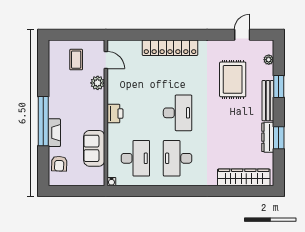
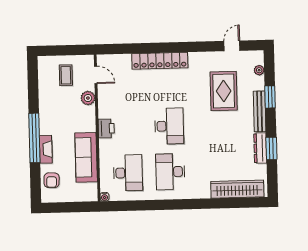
sofa: (94, 148) -> (86, 157), width x1.36

